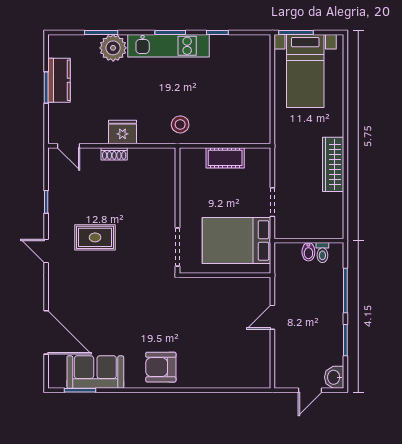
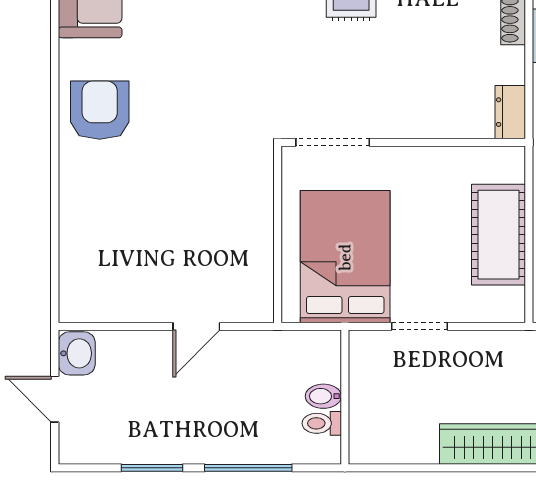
dresser: (162, 155) -> (510, 112), added
cot: (225, 158) -> (499, 235), width x1.37, depth x1.34
door: (272, 317) -> (196, 326), swing flipped
washbasin: (334, 377) -> (77, 353), moved, turned 90

